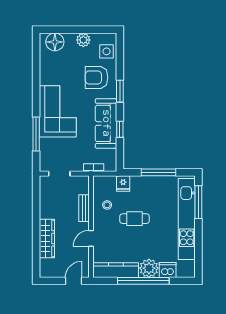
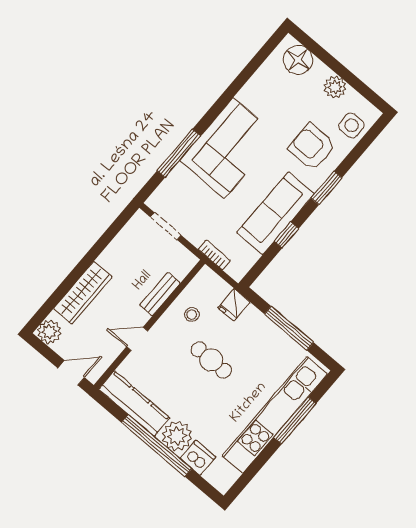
window: (198, 202) -> (295, 420), moved
plant: (47, 270) -> (49, 332), added

